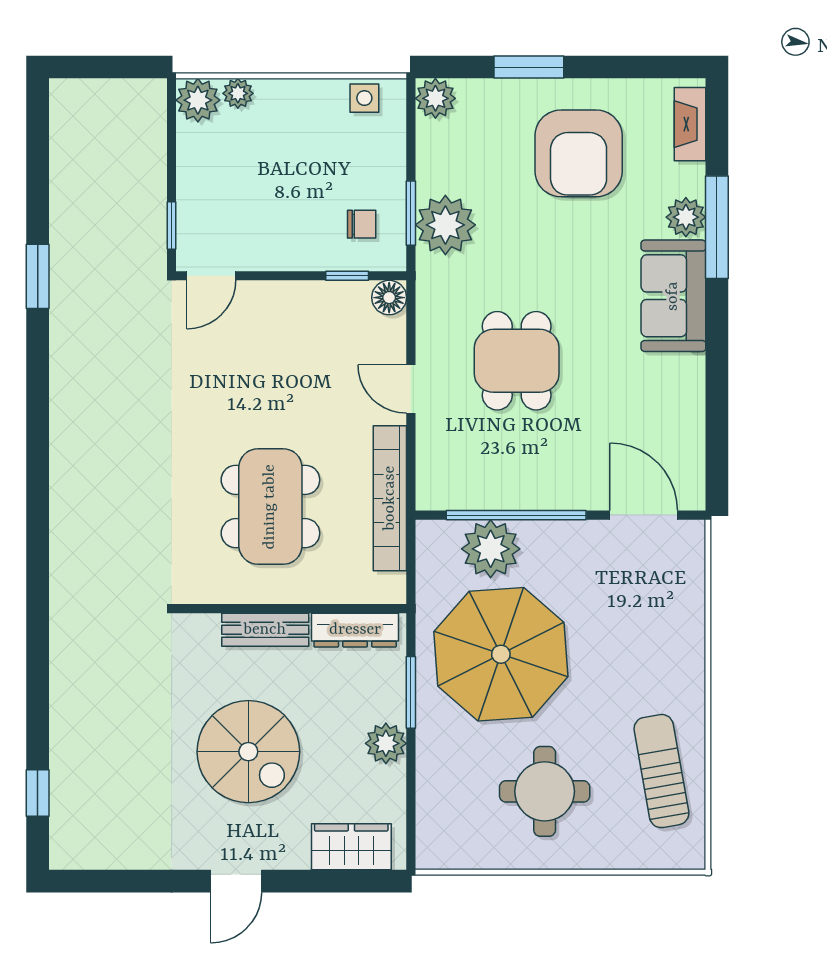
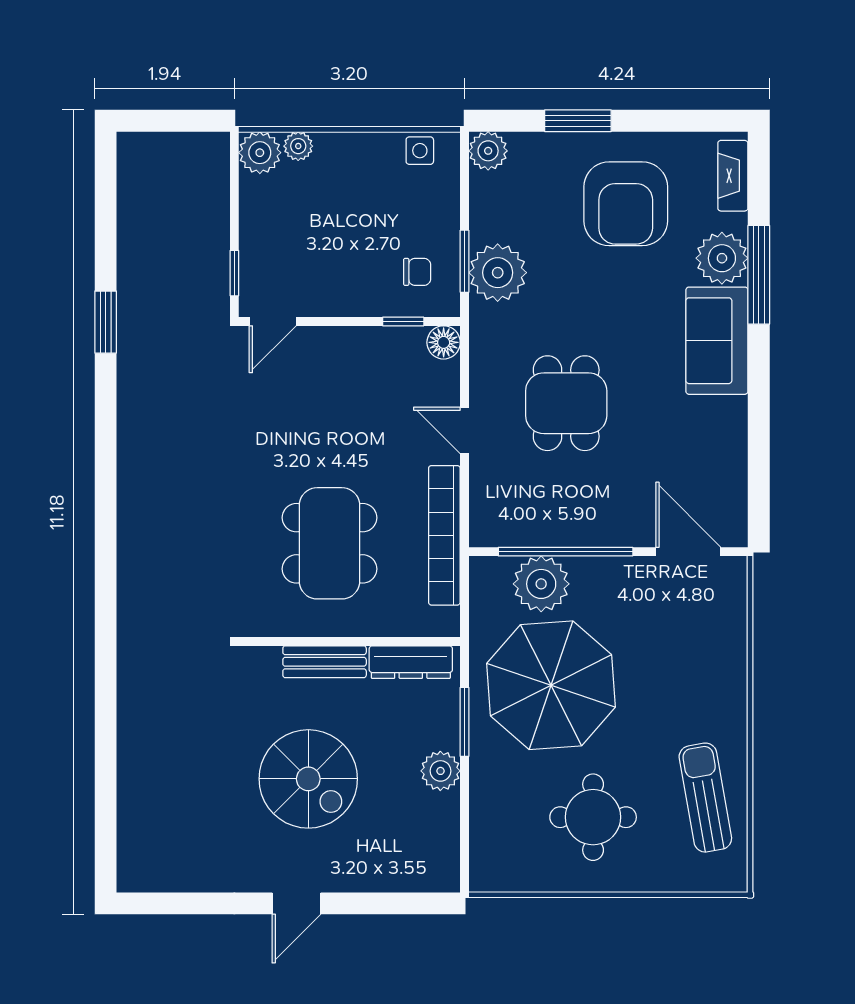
plant: (686, 217) -> (722, 258), width x1.36, depth x1.36
window: (38, 793) -> (106, 819), removed
wardrobe: (351, 847) -> (407, 870), removed

